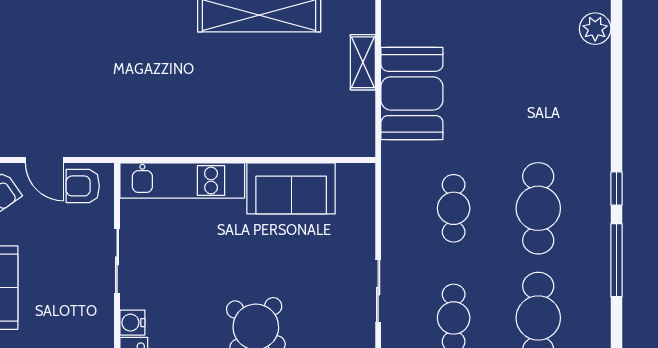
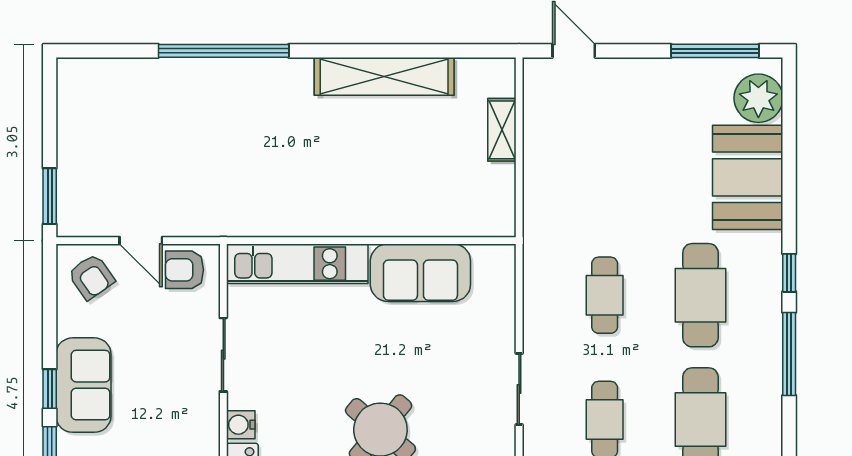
plant: (595, 29) -> (758, 98), width x1.36, depth x1.36
booth: (412, 93) -> (748, 177), moved

